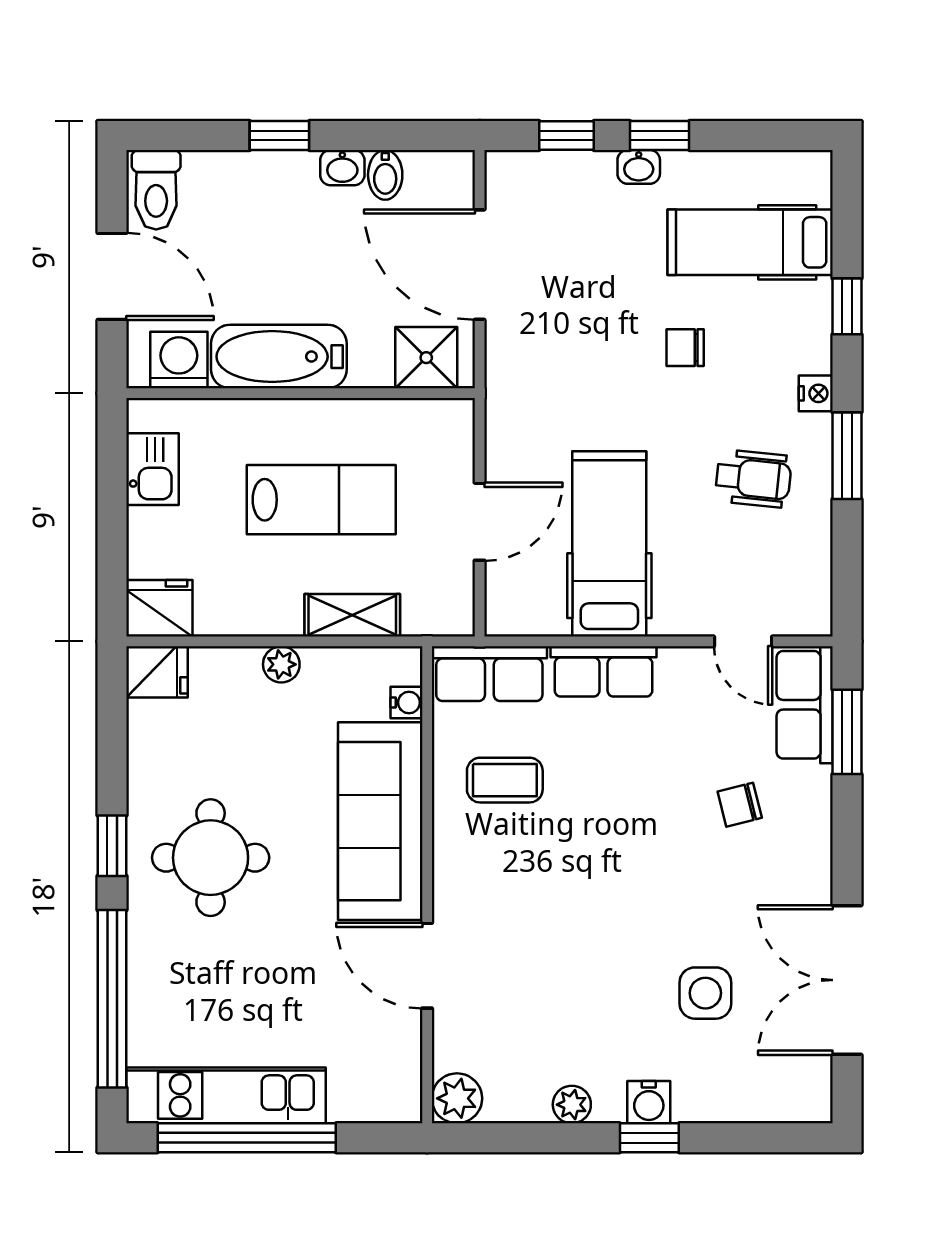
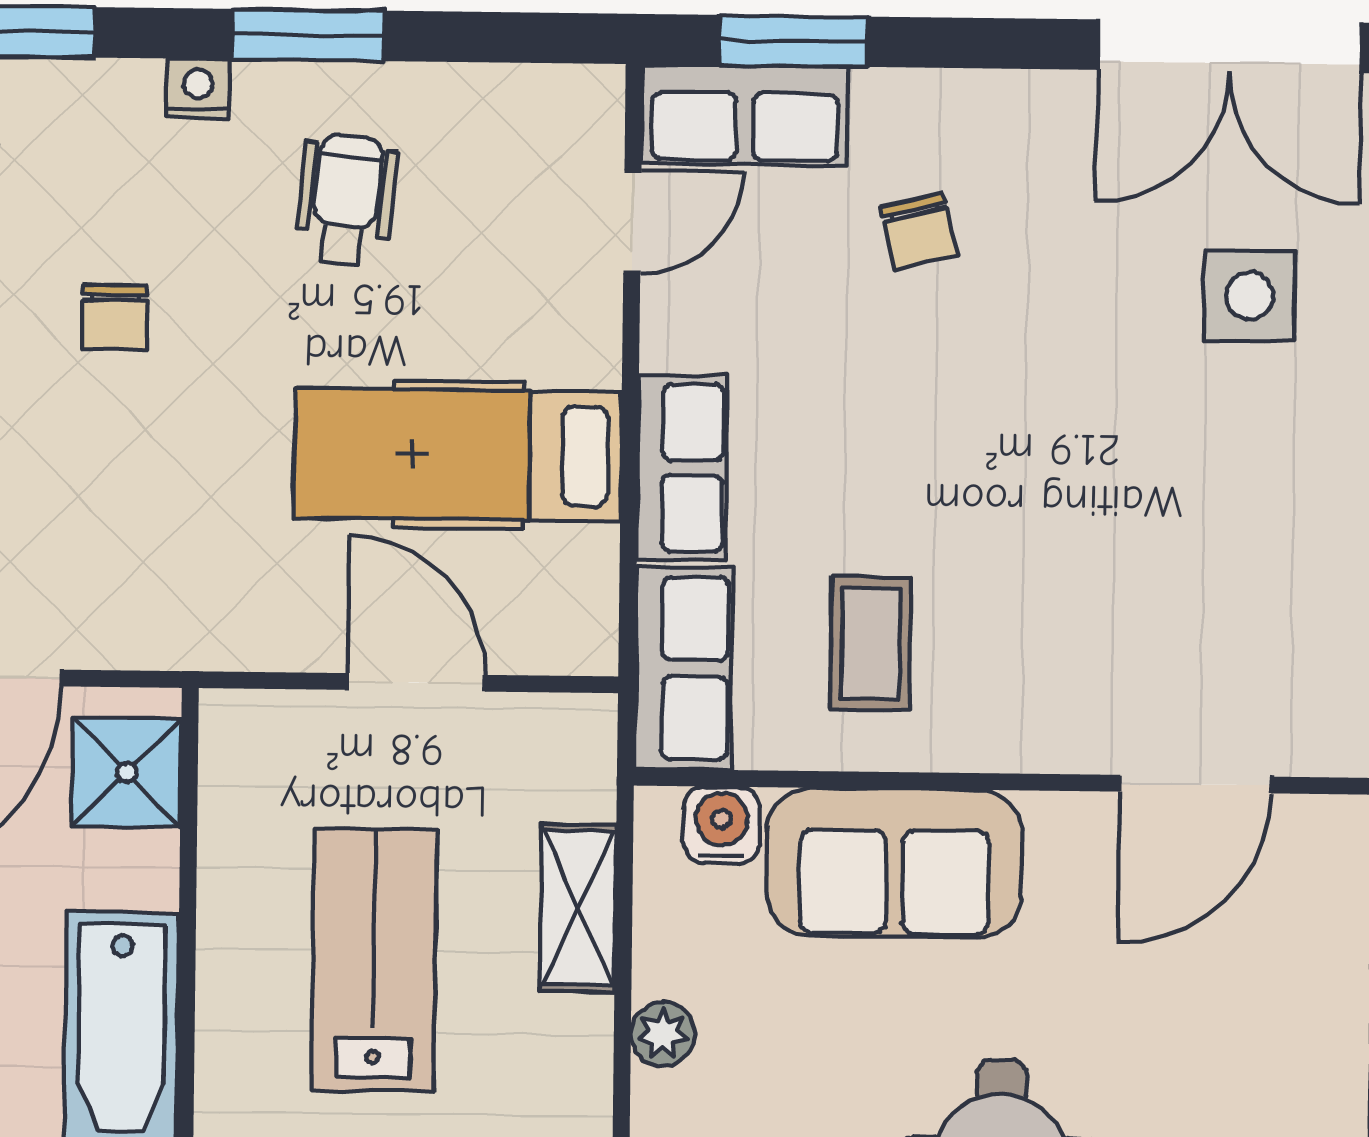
water cooler: (406, 702) -> (722, 825), width x1.38, depth x1.38
sofa: (380, 821) -> (894, 863), width x0.73

